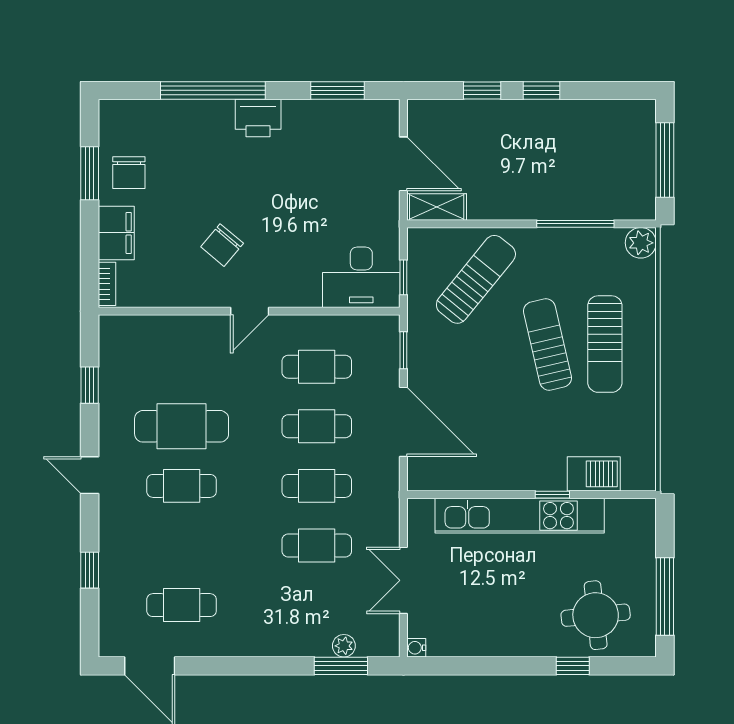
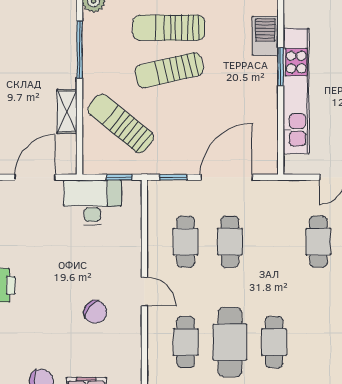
shelving: (437, 207) -> (67, 111), moved
desk: (361, 277) -> (92, 202), moved, turned -90
sun lounger: (605, 344) -> (169, 28), turned 180
cafe table: (317, 486) -> (186, 342), moved
window: (552, 495) -> (281, 67), width x1.50

